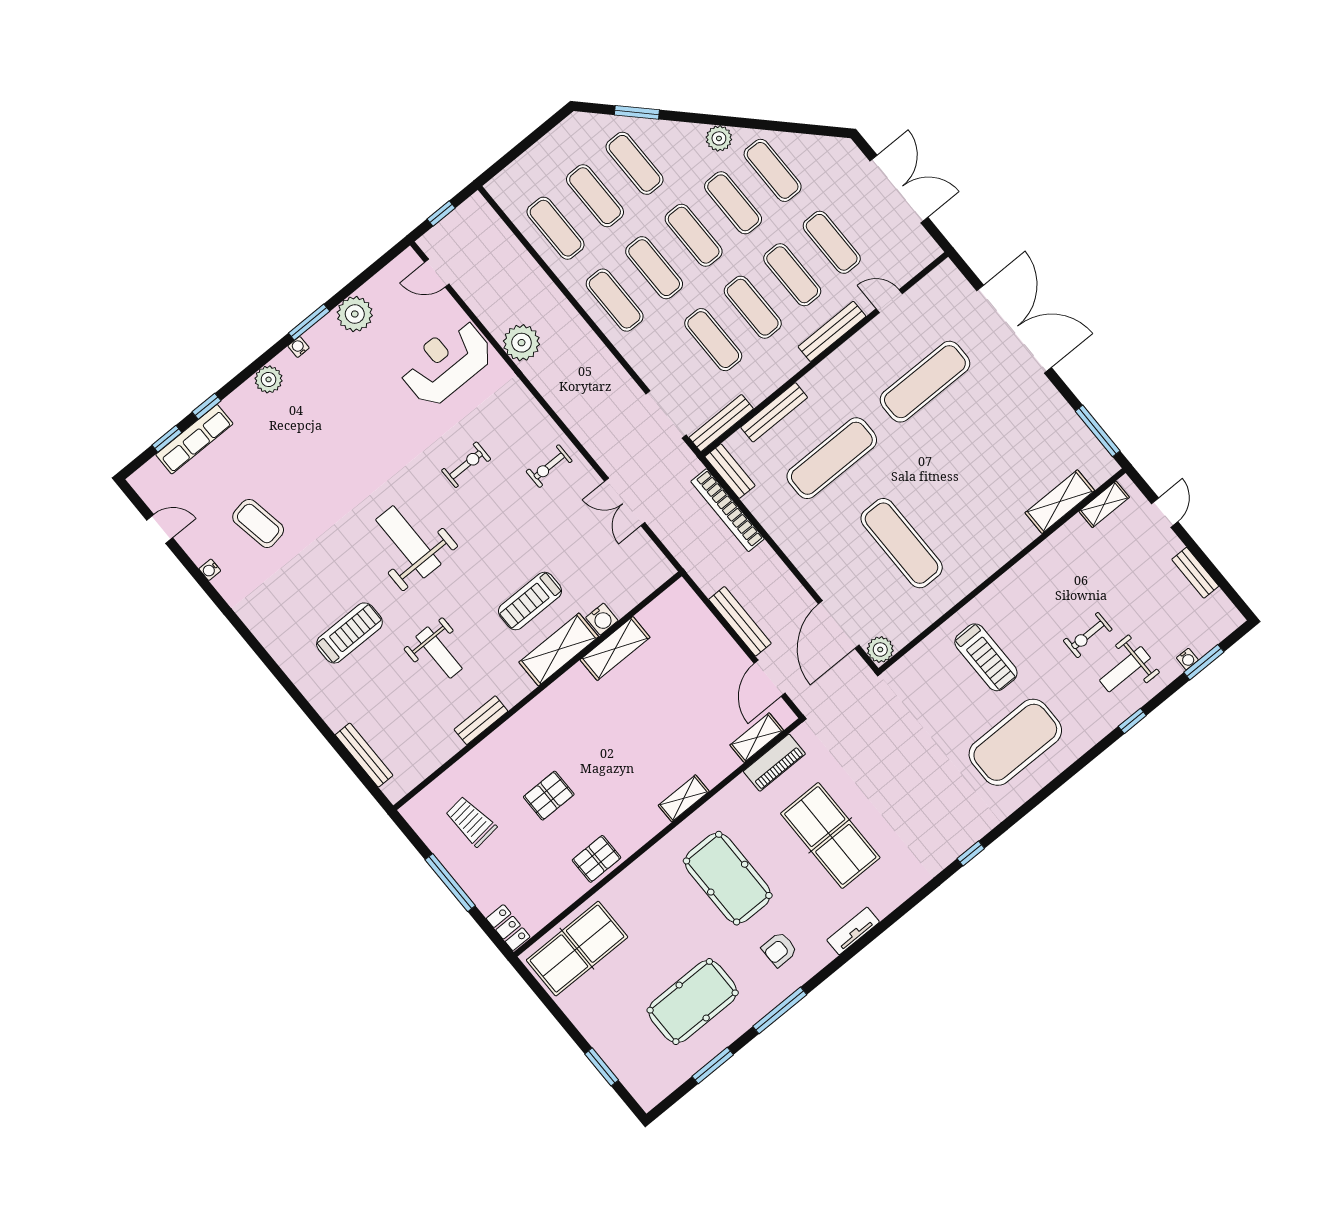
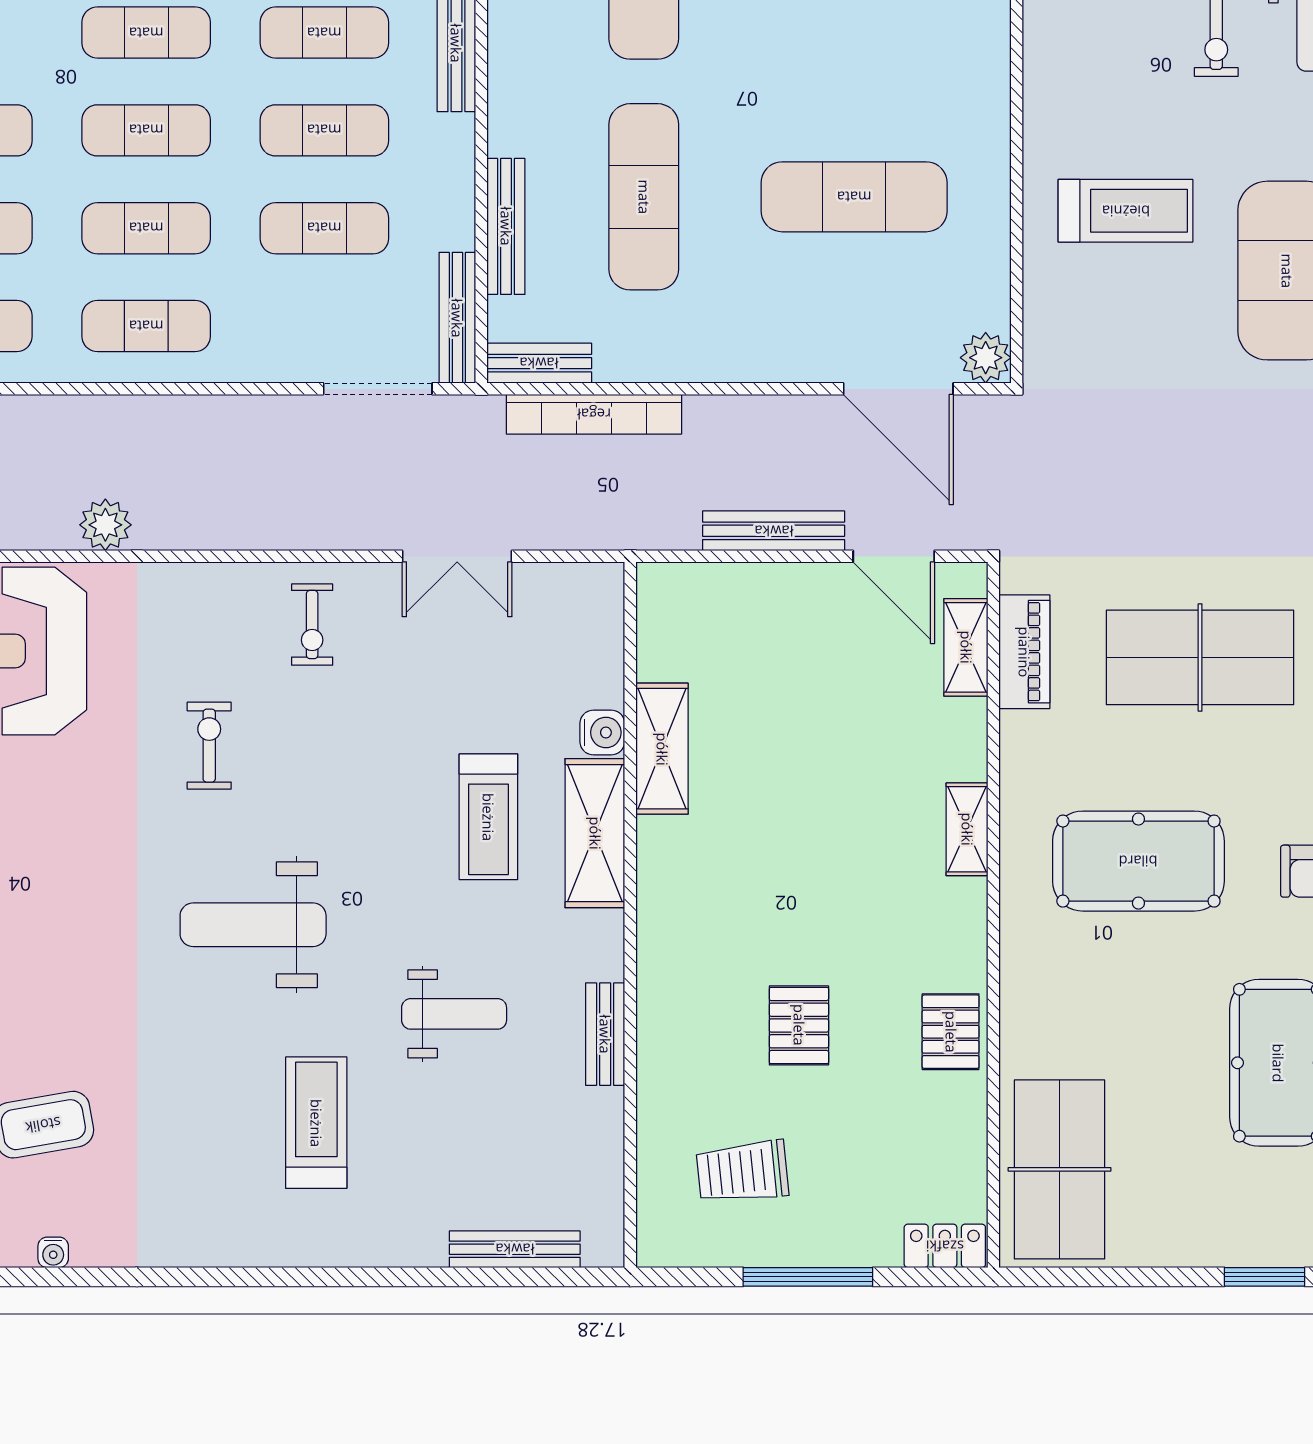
plant: (522, 343) -> (105, 525), width x0.73, depth x0.73

